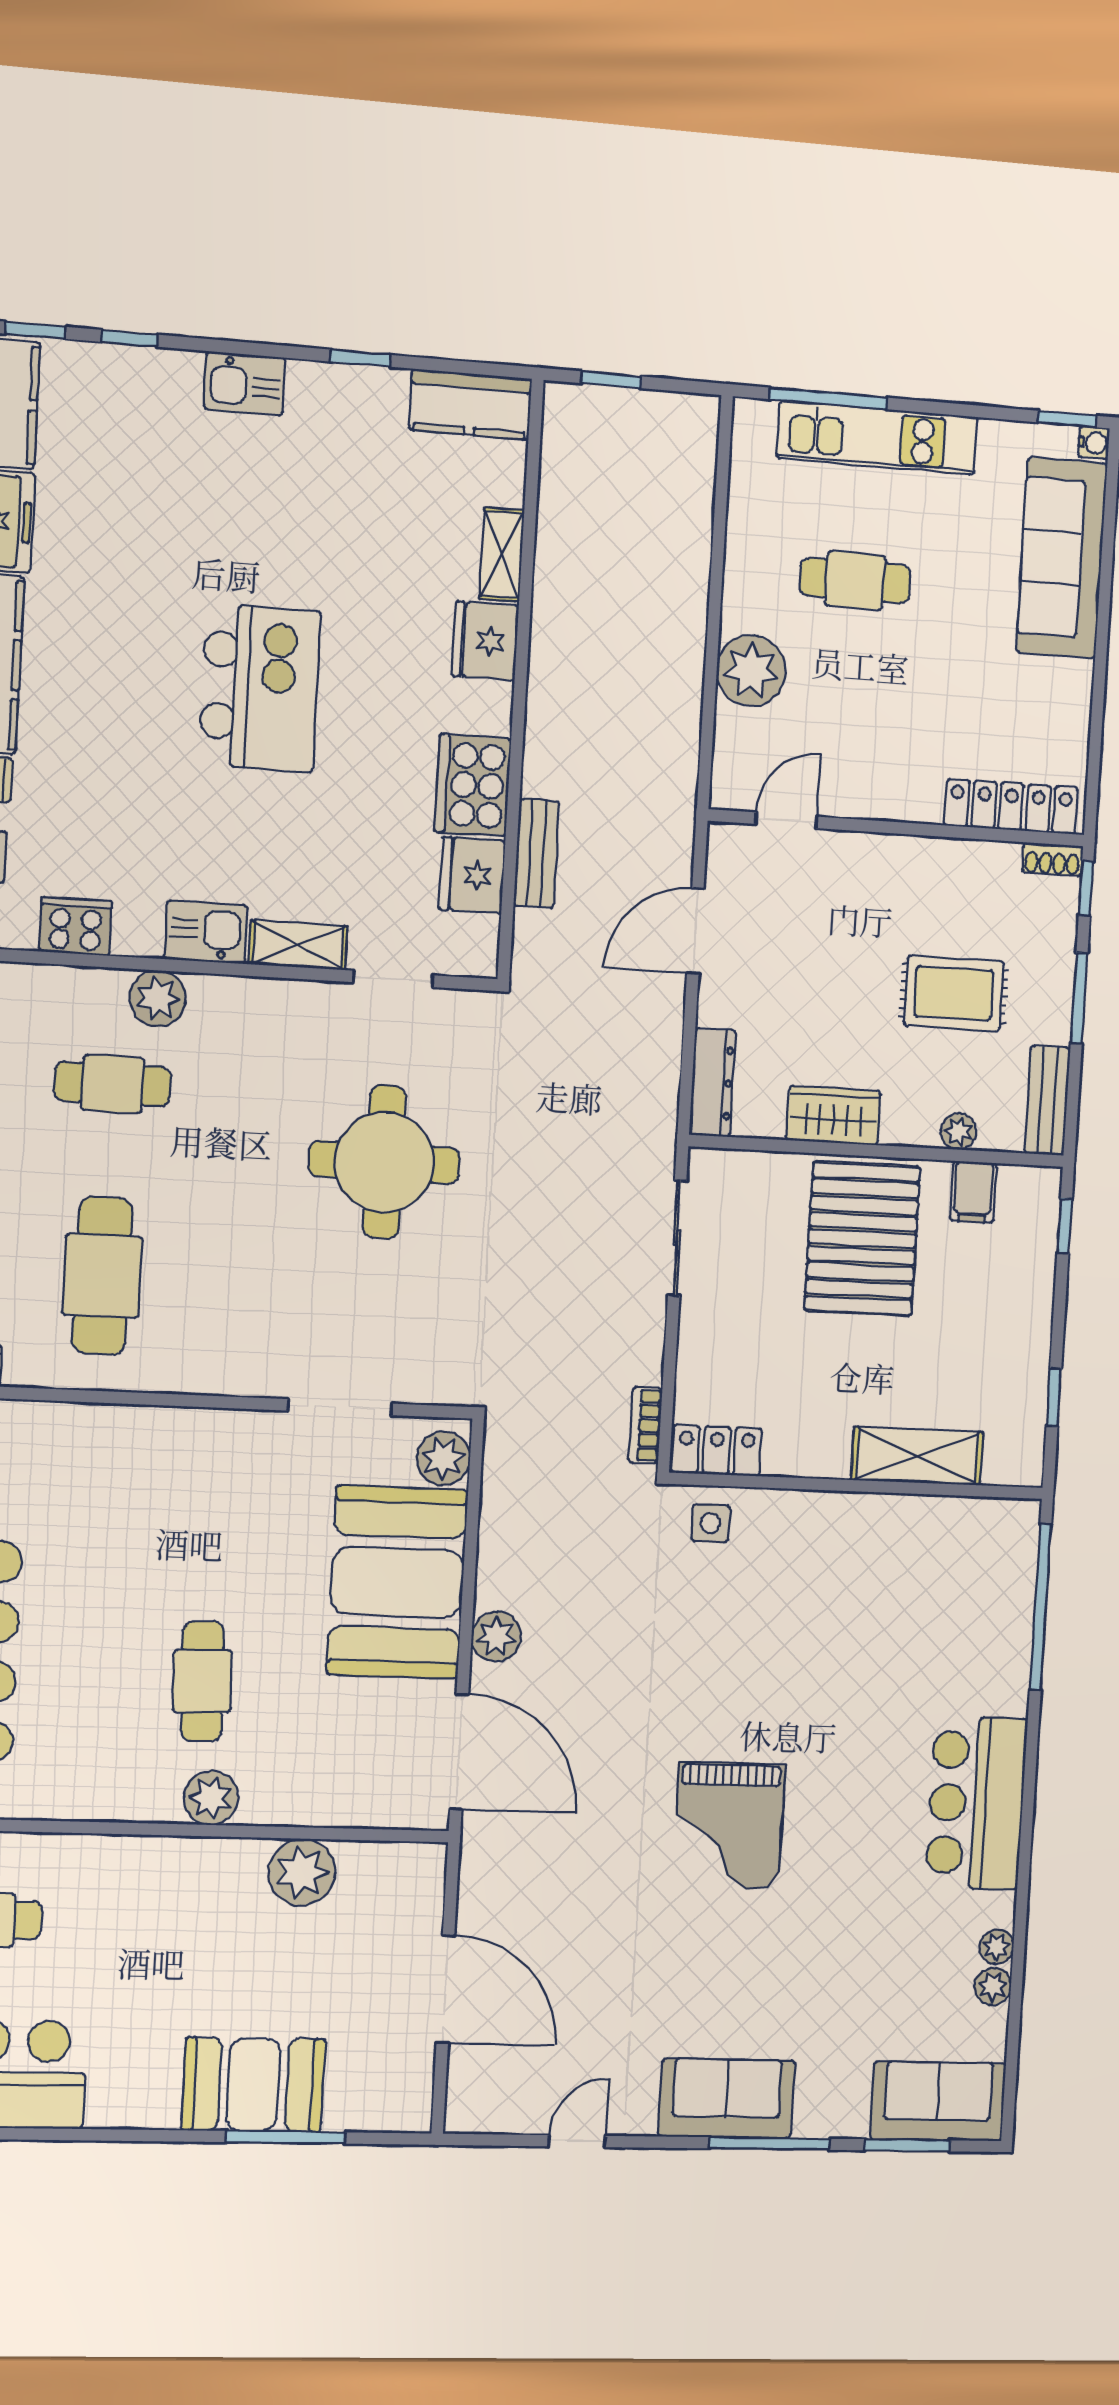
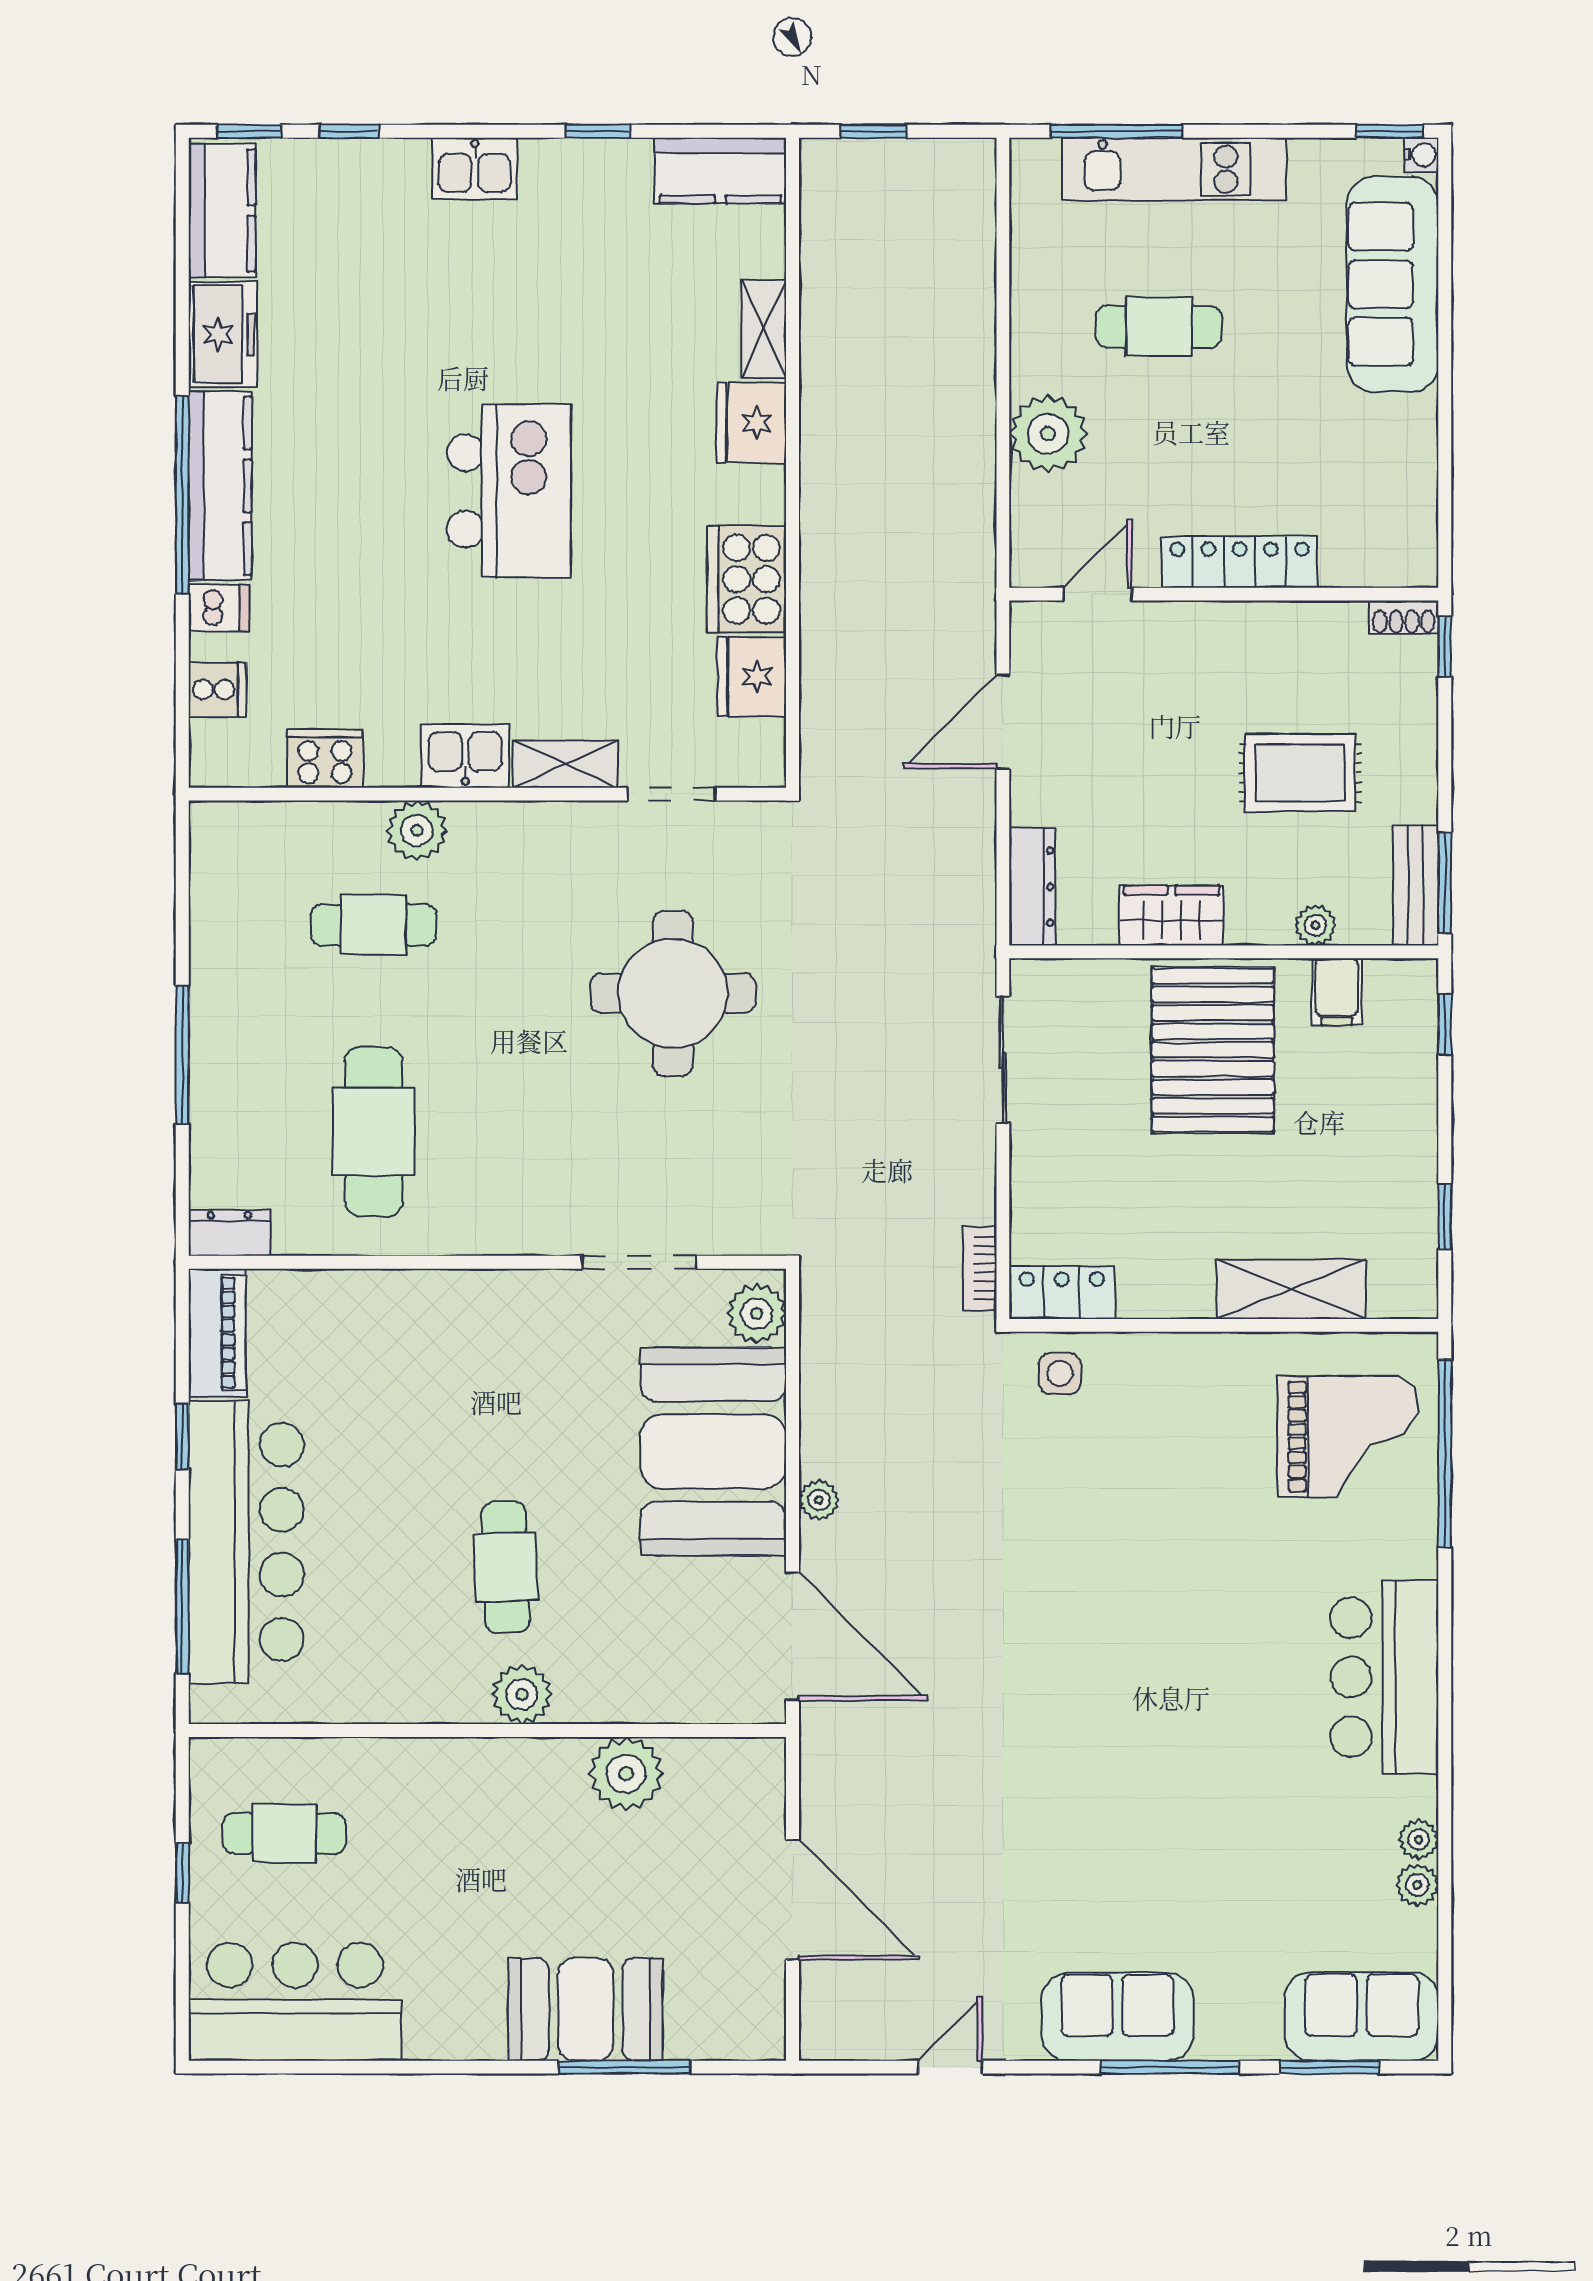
locker: (1011, 807) -> (1240, 562), moved
bench: (536, 853) -> (821, 648), removed
window: (1079, 998) -> (1445, 883), moved
plant: (496, 1637) -> (819, 1500), width x0.73, depth x0.73
grand piano: (729, 1825) -> (1348, 1437), moved, turned -90

